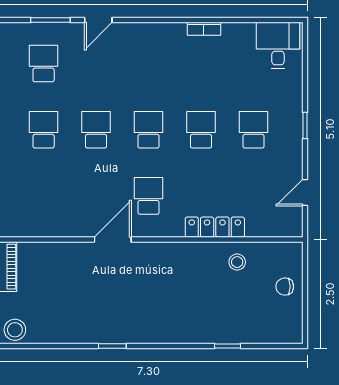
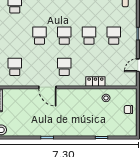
school desk: (44, 130) -> (15, 67), moved
locker: (215, 227) -> (95, 82), width x0.66
door: (113, 239) -> (47, 87), swing flipped

